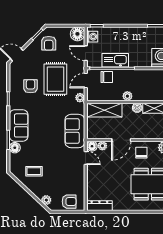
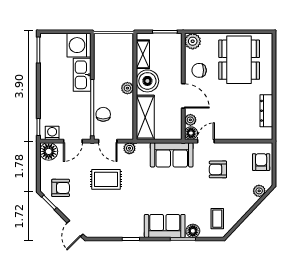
kitchen sink: (115, 60) -> (82, 75), moved
rug: (55, 79) -> (106, 179), width x0.73, depth x0.70
armchair: (31, 86) -> (218, 169), moved
boiler: (137, 108) -> (147, 81), width x1.86, depth x1.86
coffee table: (34, 171) -> (217, 219), moved
dresser: (99, 206) -> (266, 111), moved

